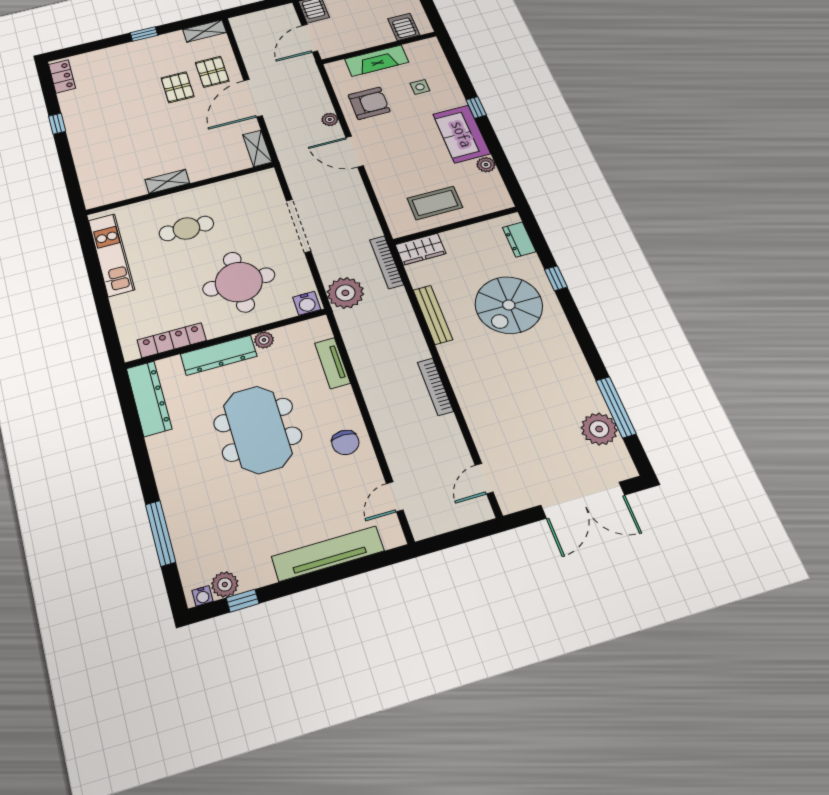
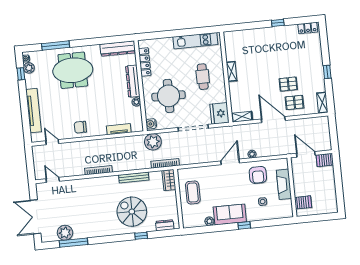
fridge: (258, 186) -> (219, 113), added
meeting table: (258, 429) -> (73, 70), moved

